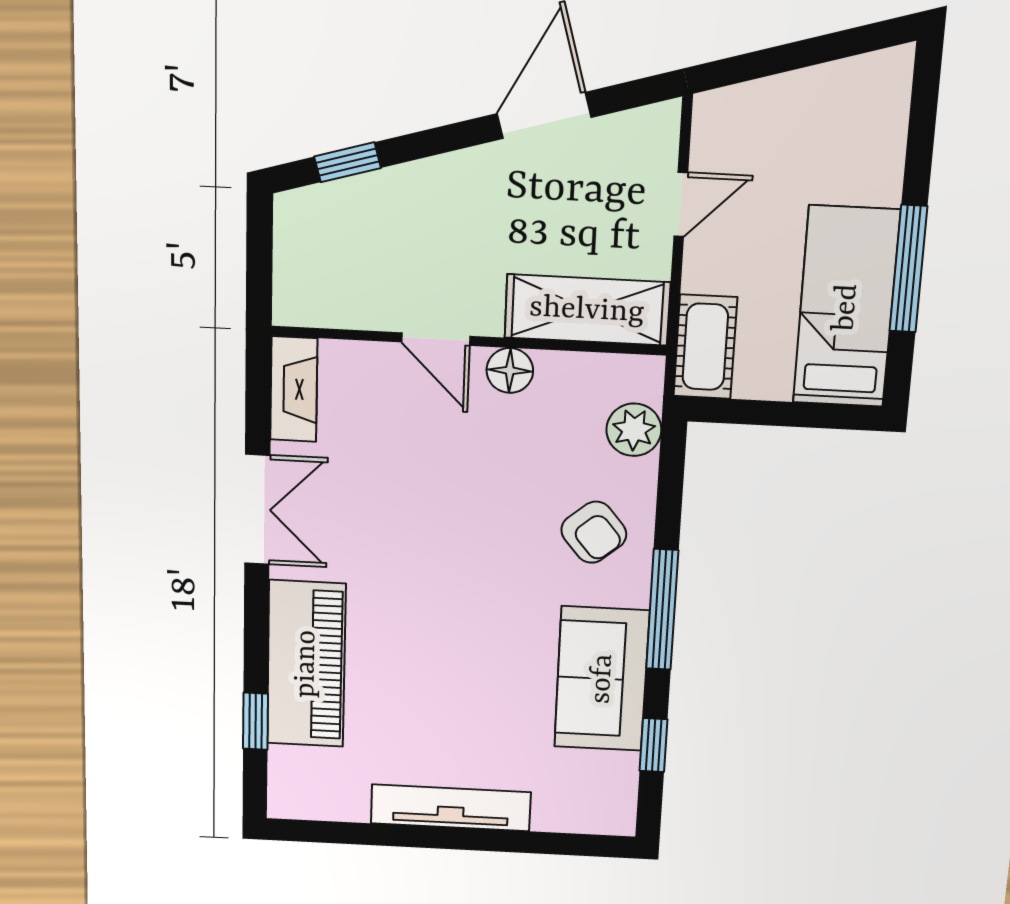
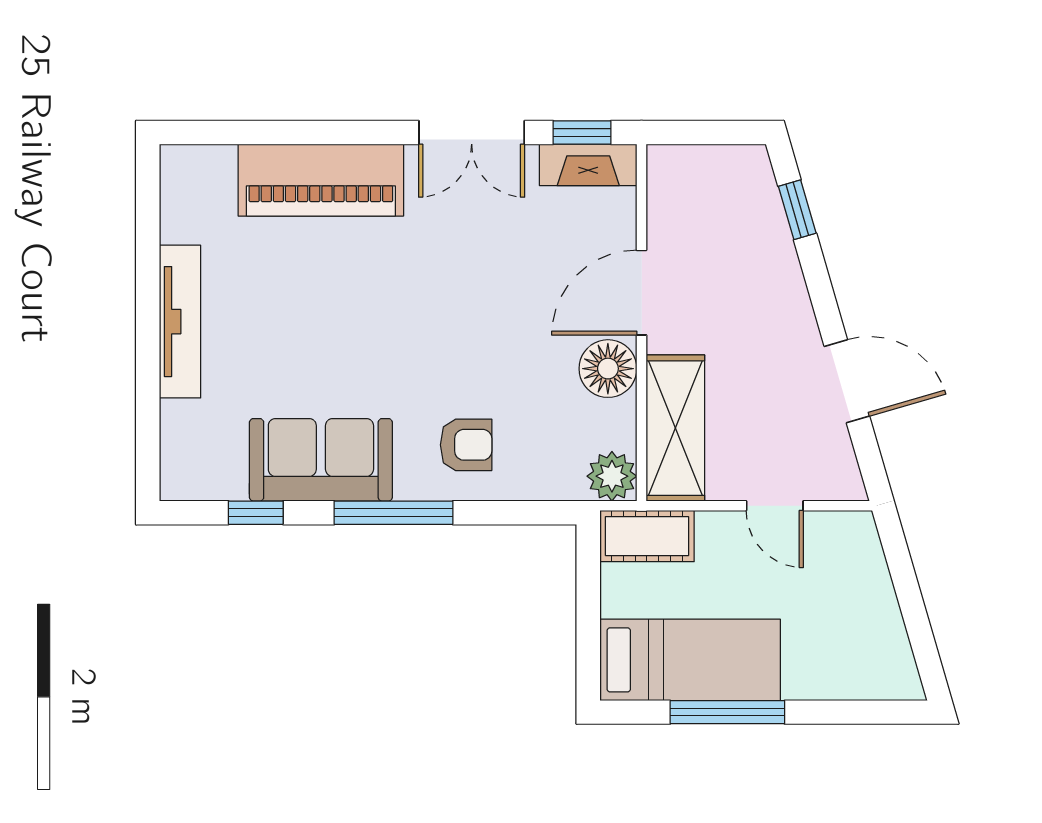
door: (436, 339) -> (642, 293), width x1.38
floor lamp: (510, 370) -> (608, 369), width x1.38, depth x1.38
plant: (634, 430) -> (612, 476), moved
armchair: (594, 532) -> (466, 445), turned -140
window: (256, 721) -> (582, 133), moved

